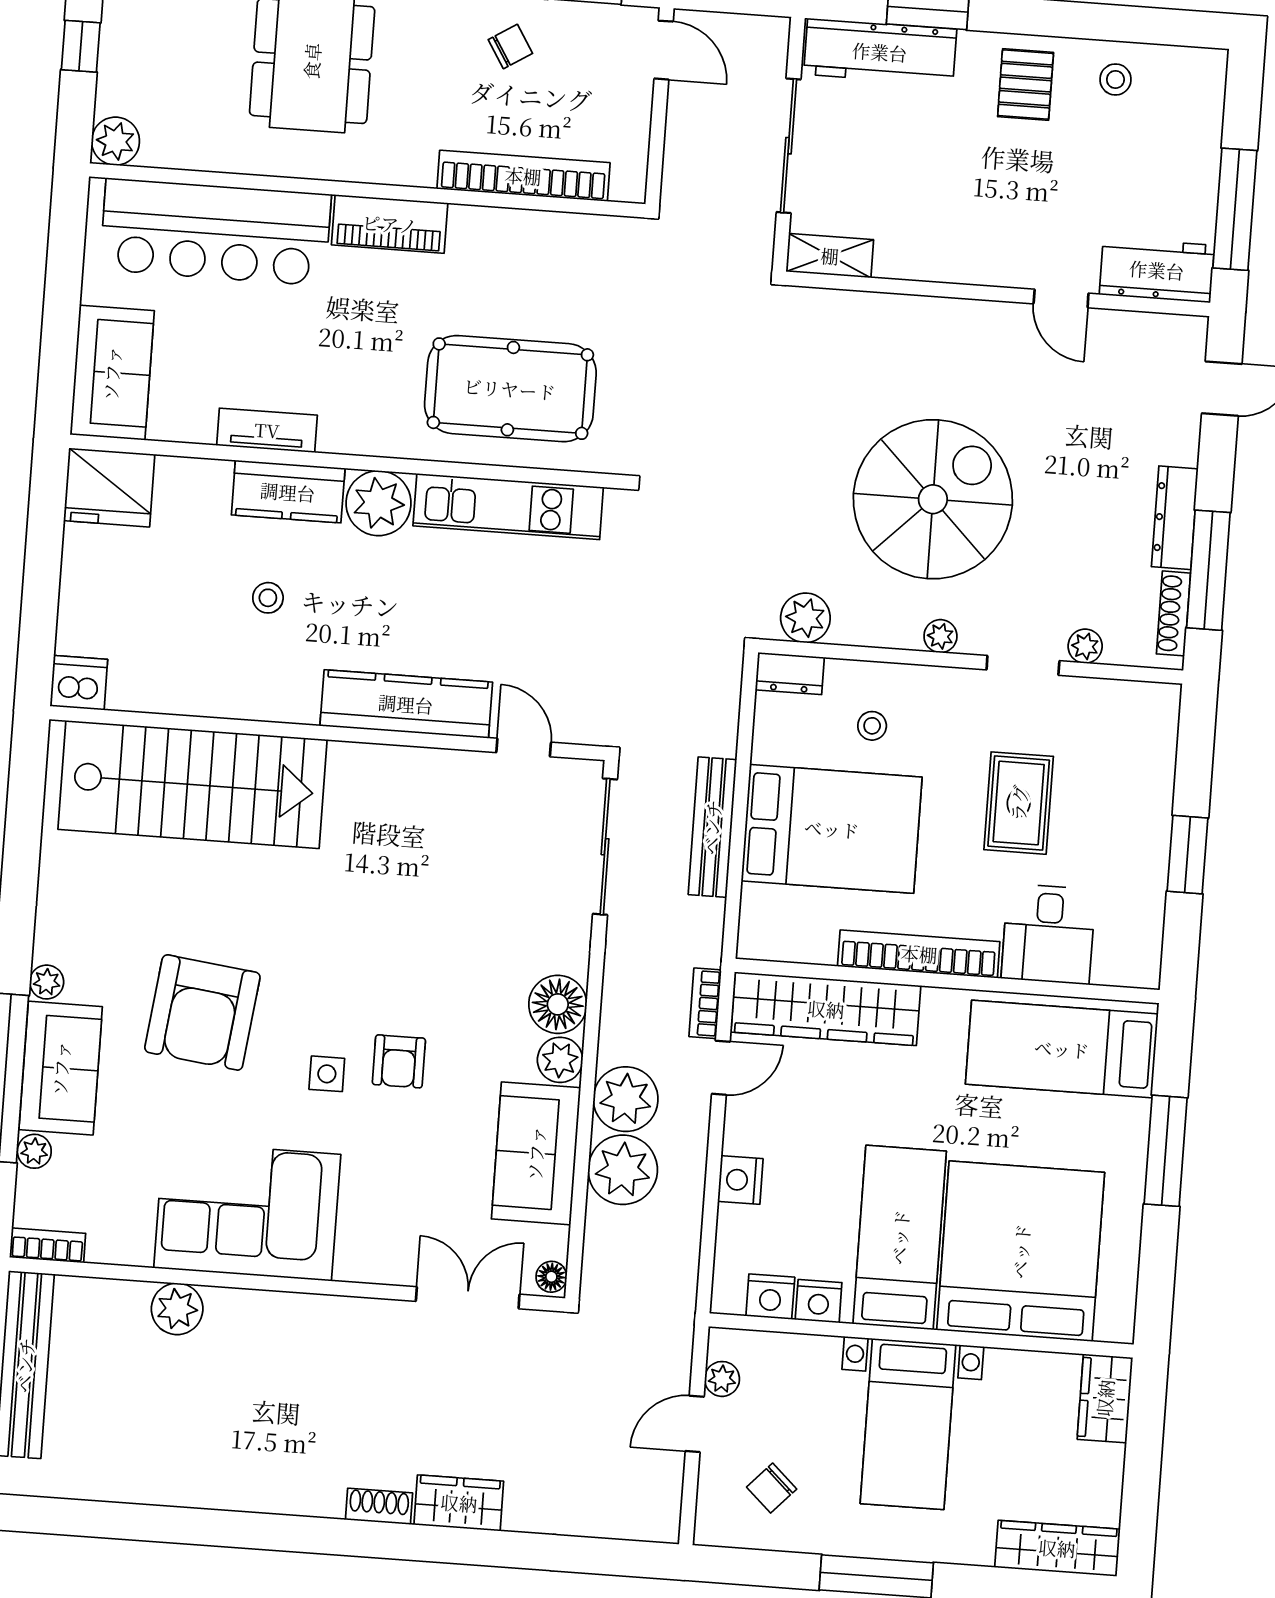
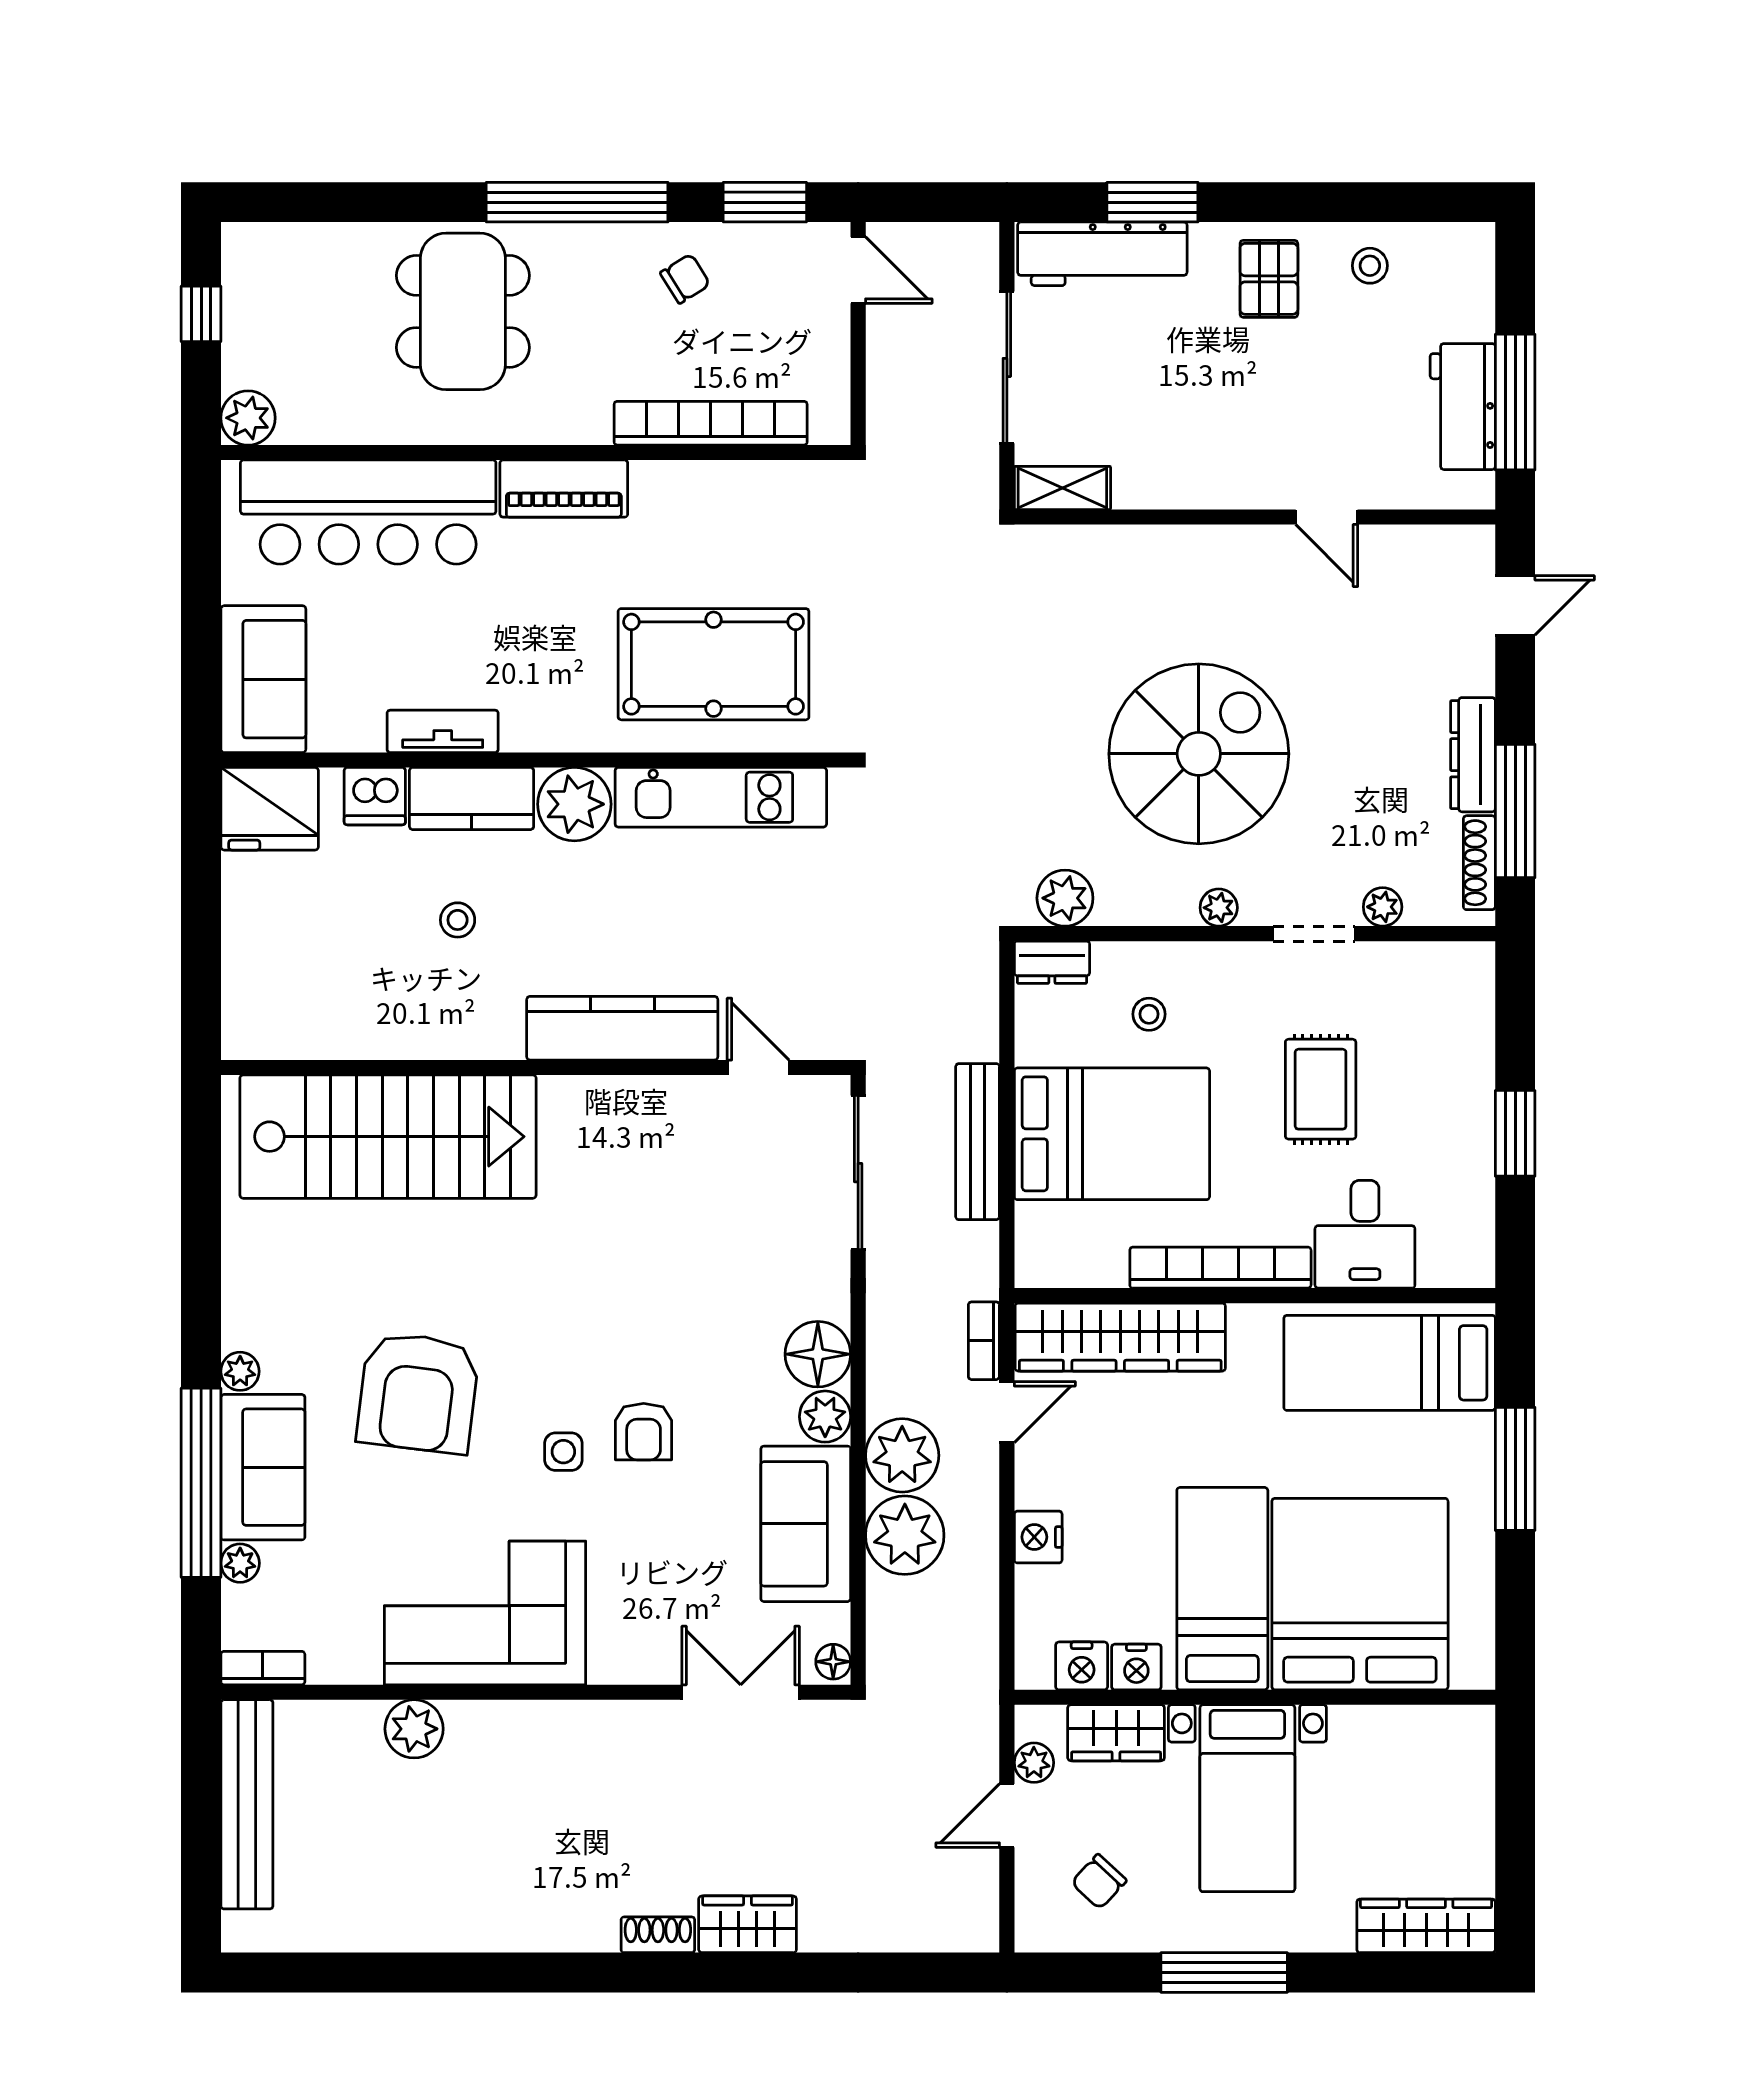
workbench: (1157, 270) -> (1463, 407), moved, turned -90
dishwasher: (79, 683) -> (375, 796), moved, turned 180
wardrobe: (1105, 1398) -> (1116, 1733), moved, turned -90

